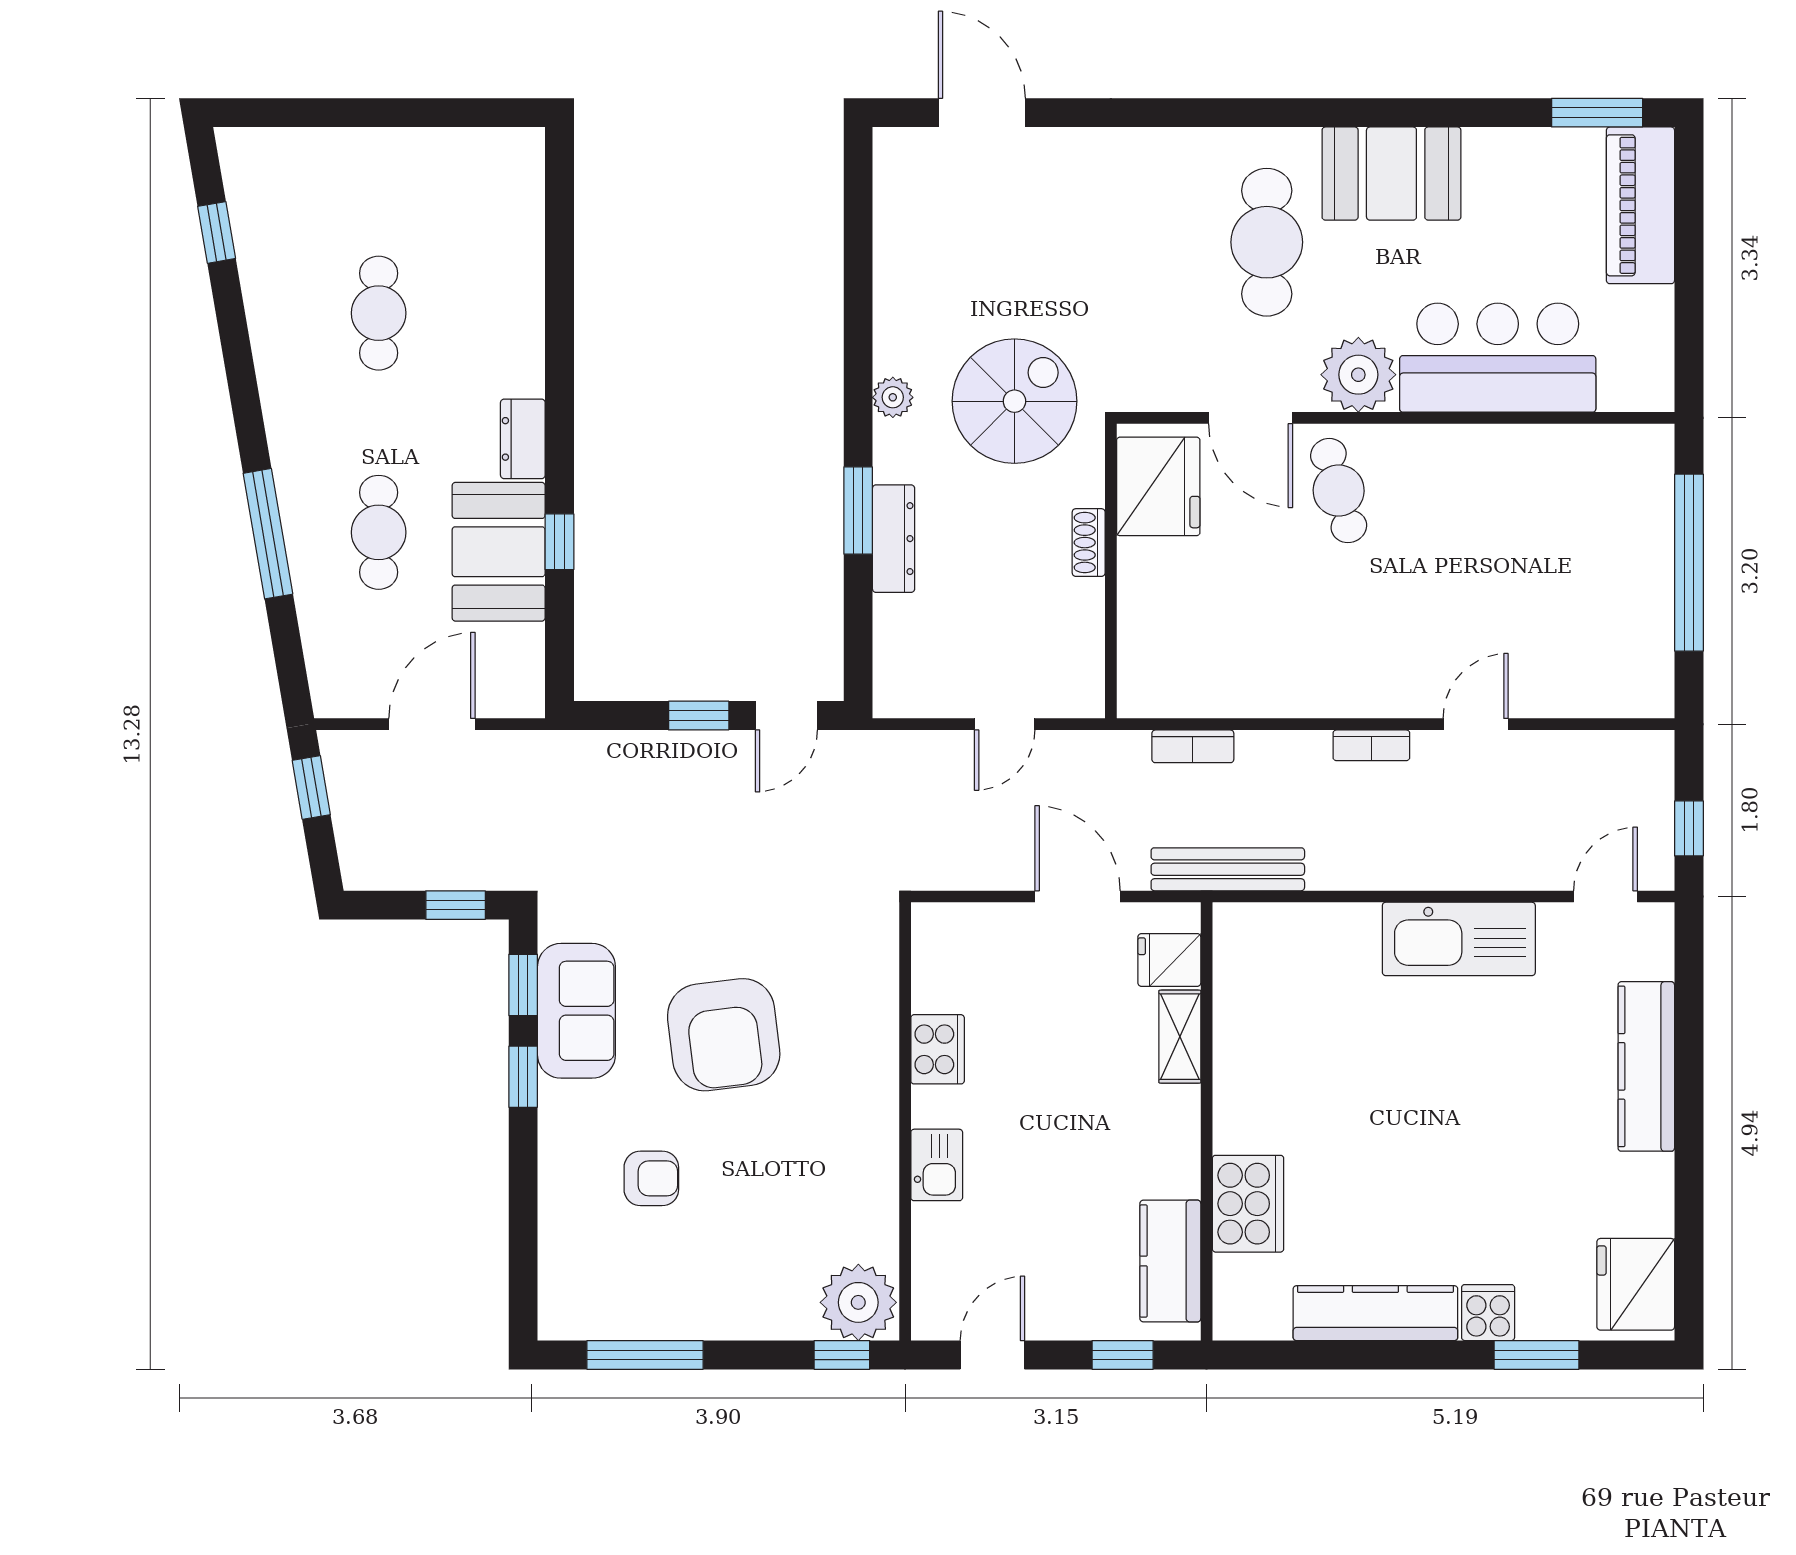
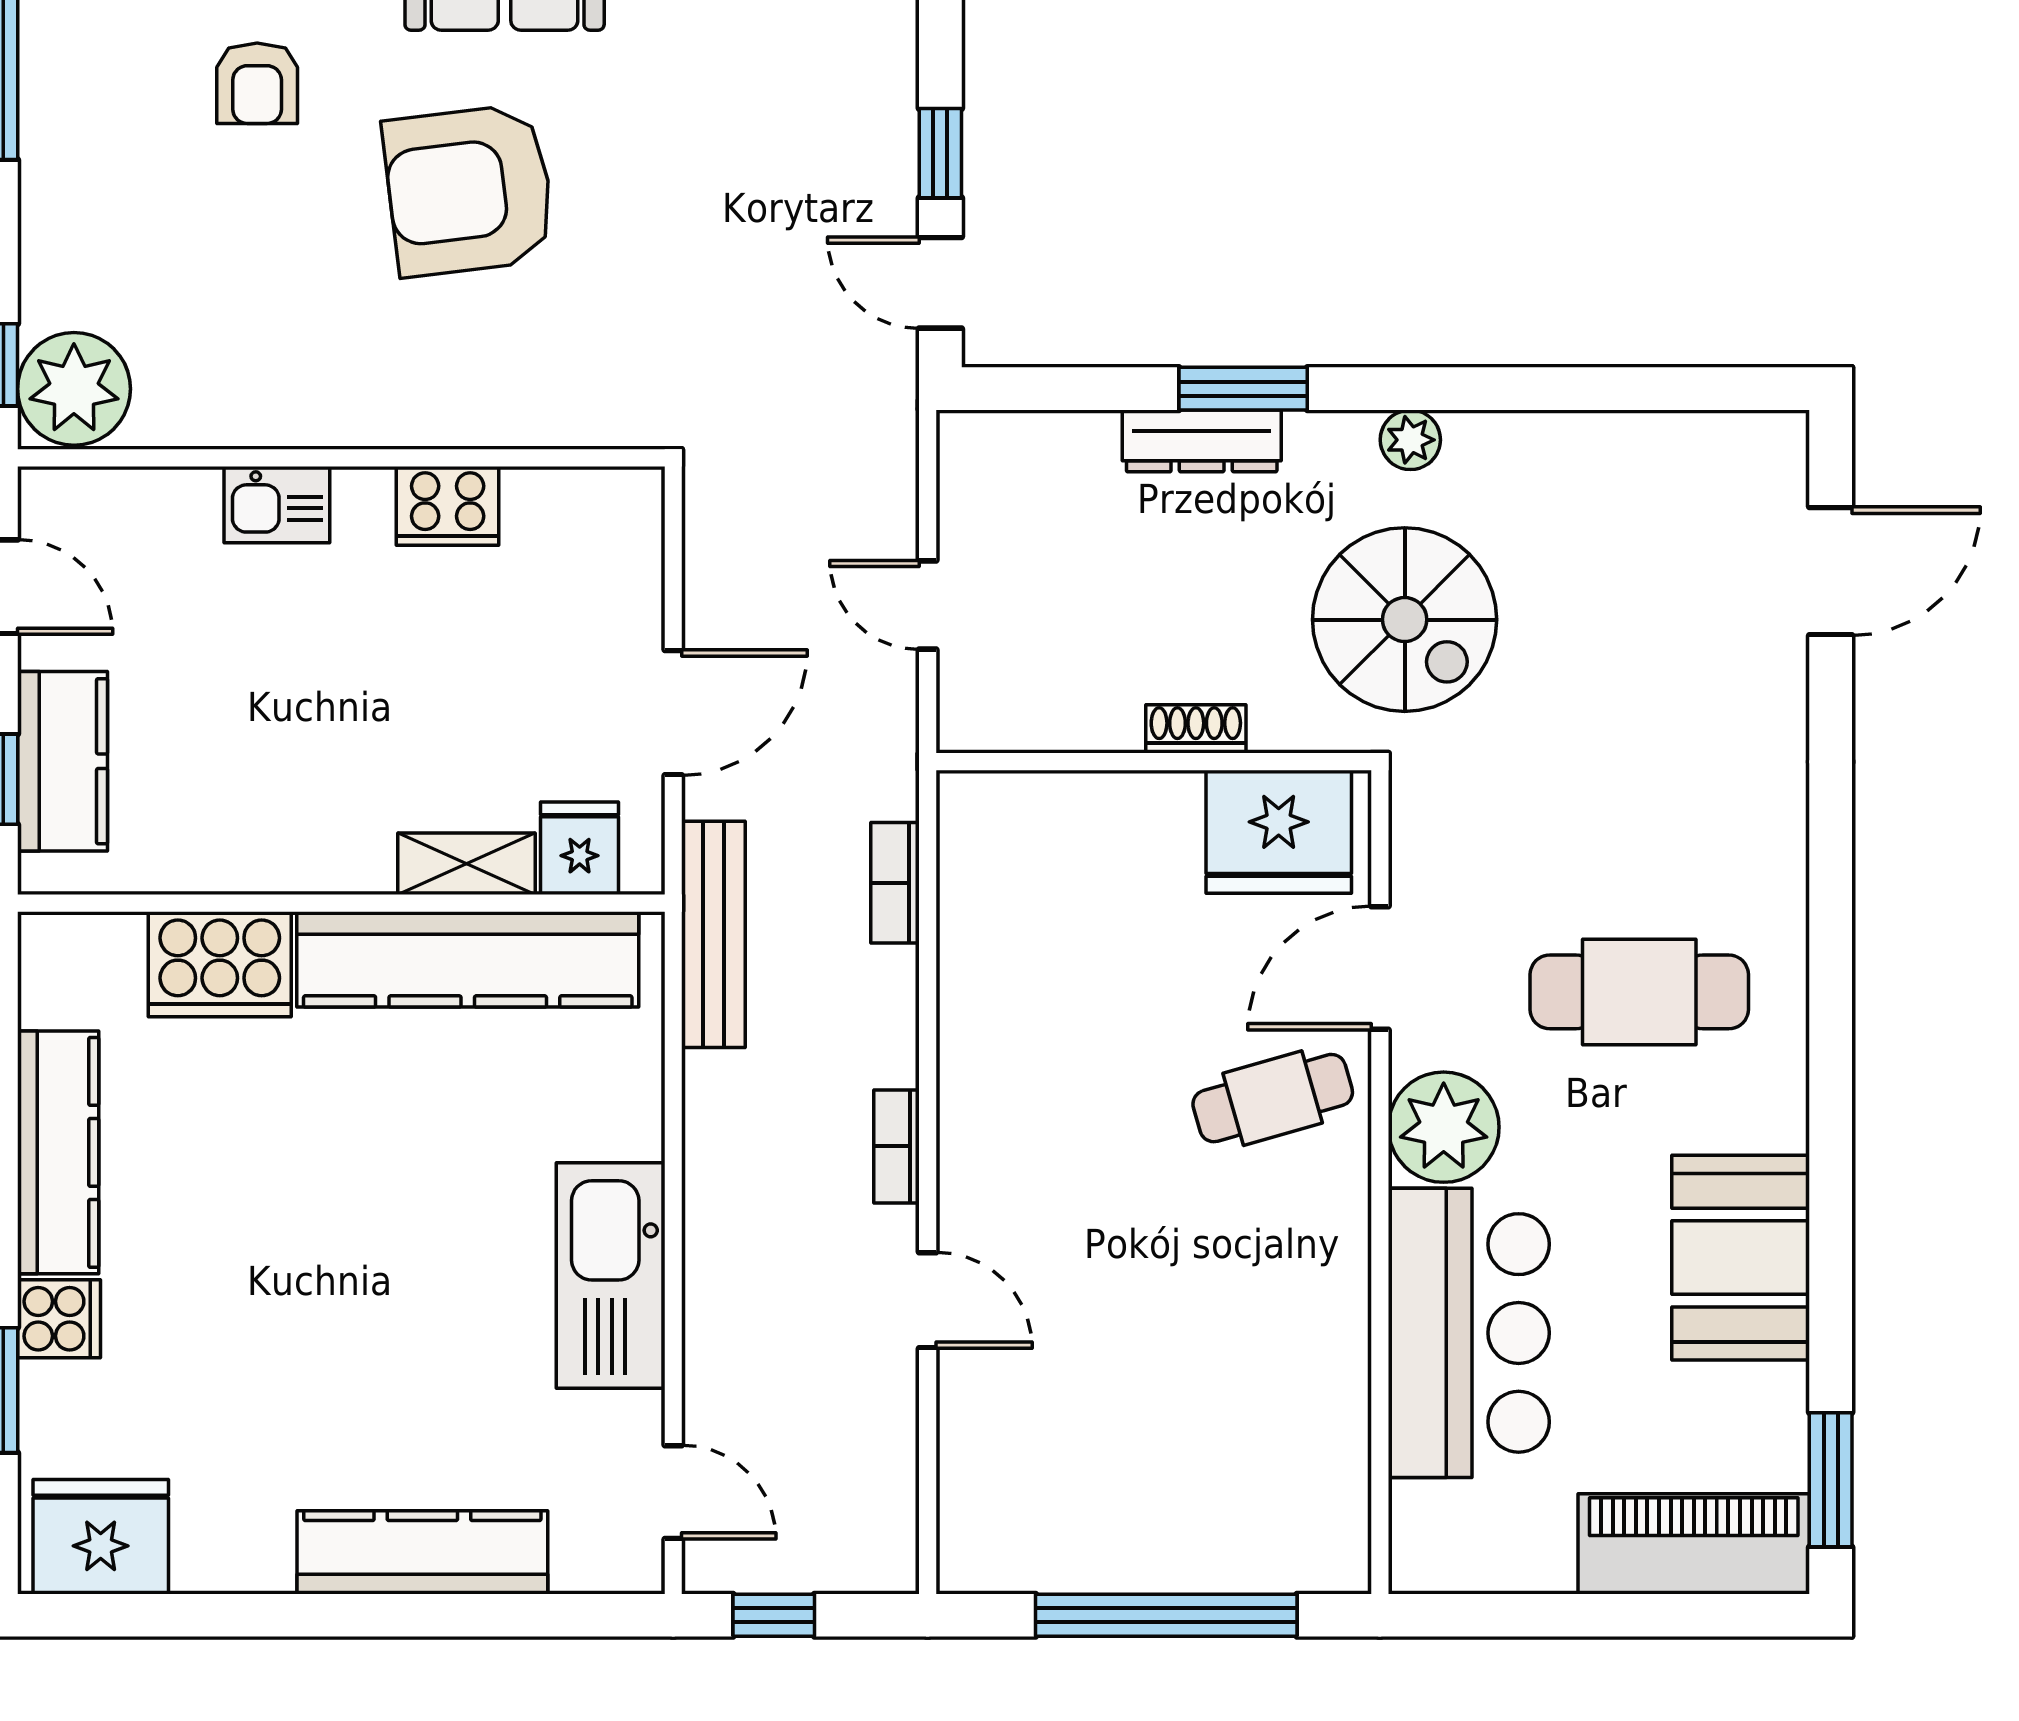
booth: (1391, 174) -> (1741, 1258), moved
kitchen counter: (1245, 1036) -> (468, 959), added
kitchen counter: (1170, 1261) -> (63, 761), moved, turned 90

